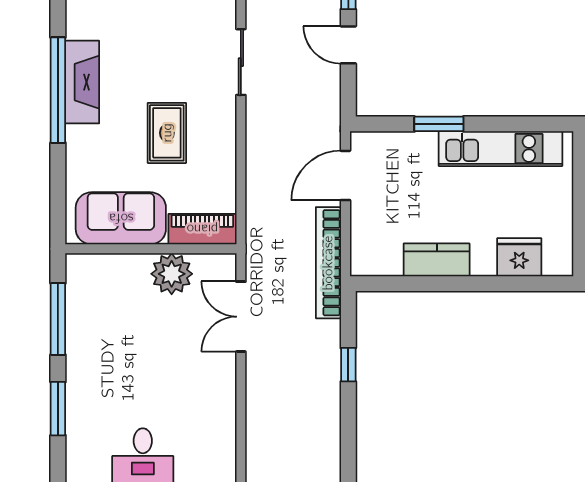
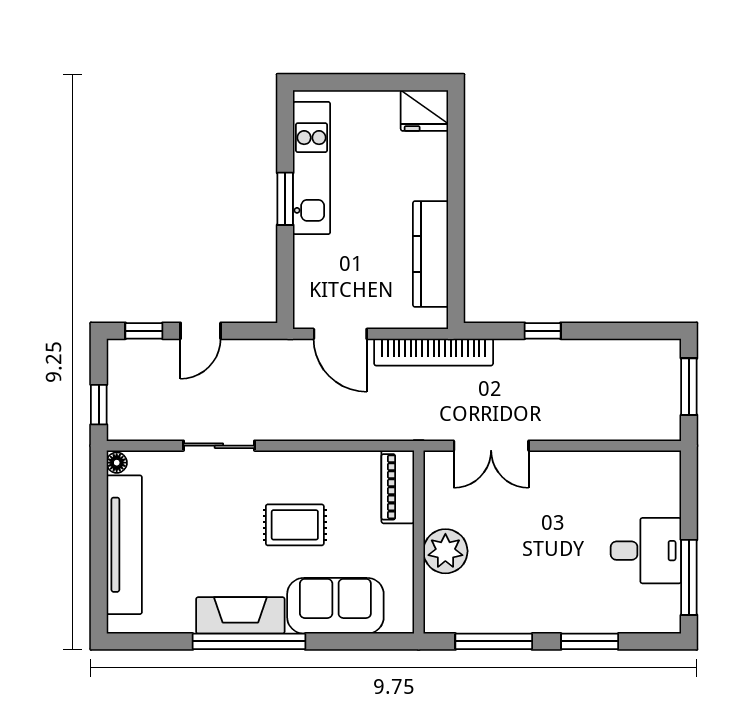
window: (439, 124) -> (285, 199), moved
sofa: (121, 218) -> (335, 606), moved, turned 90
fridge: (519, 257) -> (424, 110), moved, turned -90
kitchen counter: (437, 260) -> (431, 254), width x1.50
plant: (172, 274) -> (445, 551), moved

